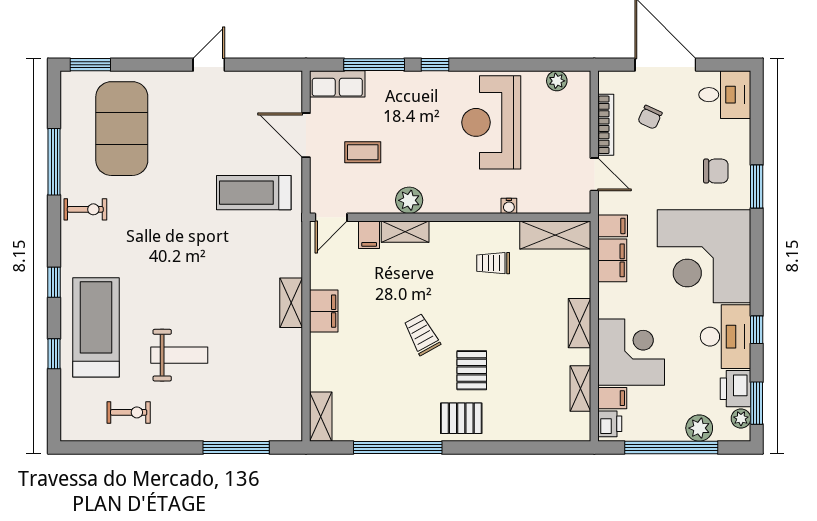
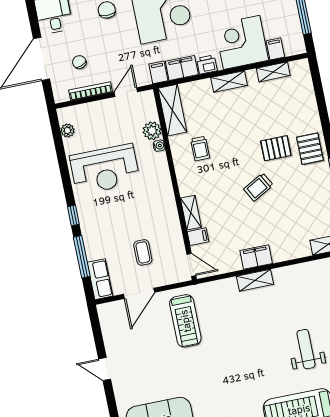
chair: (650, 117) -> (79, 62), turned -137
plant: (409, 200) -> (152, 131), moved
printer: (610, 424) -> (207, 65), moved

